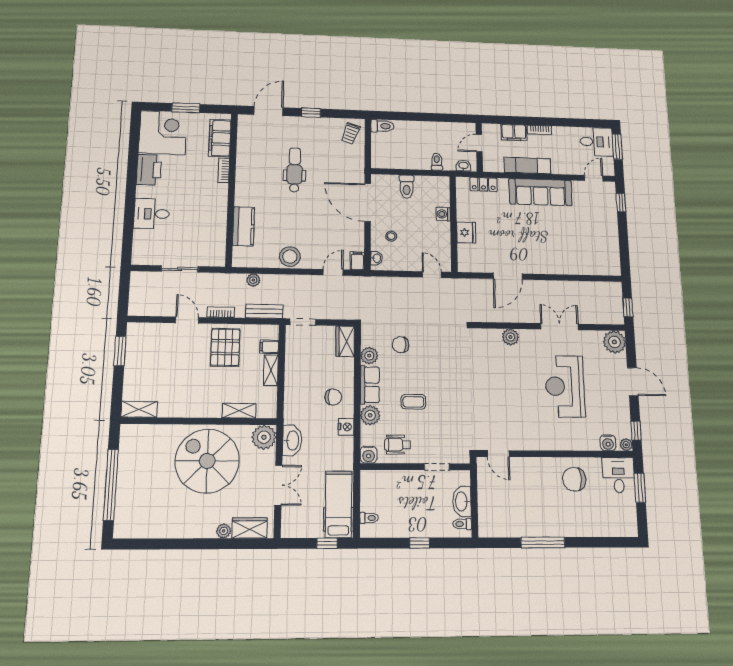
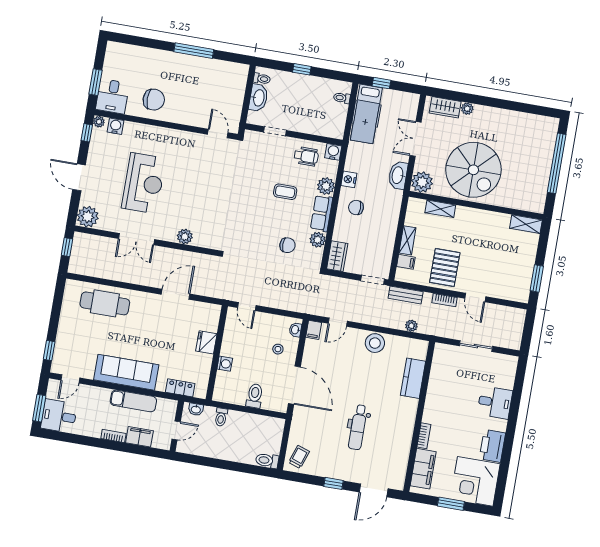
cafe table: (577, 257) -> (105, 303), added

